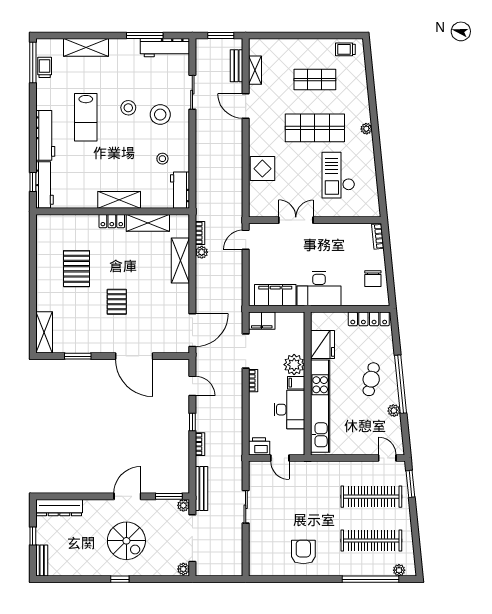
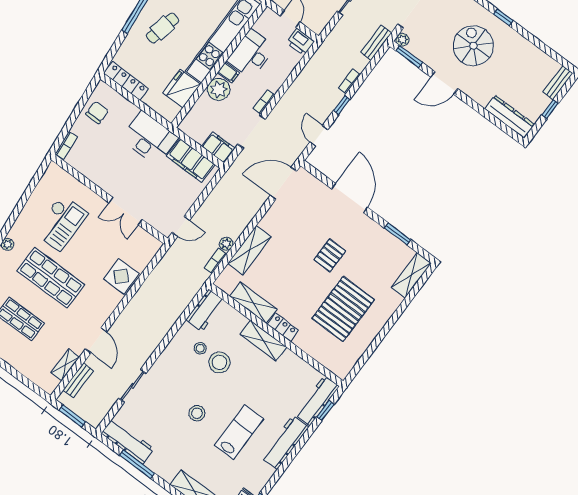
stool: (160, 115) -> (219, 362), moved
pallet: (77, 269) -> (343, 309), width x1.37, depth x1.41
bench: (202, 488) -> (376, 43), width x0.73

